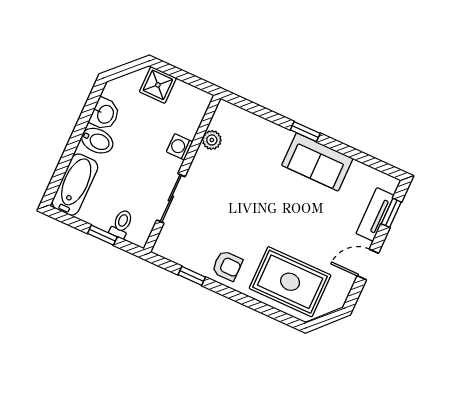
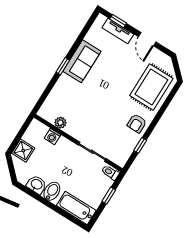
washing machine: (180, 147) -> (52, 137), moved
toilet: (121, 224) -> (110, 173), moved
armchair: (227, 266) -> (137, 123), turned 180

